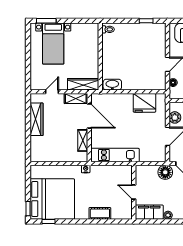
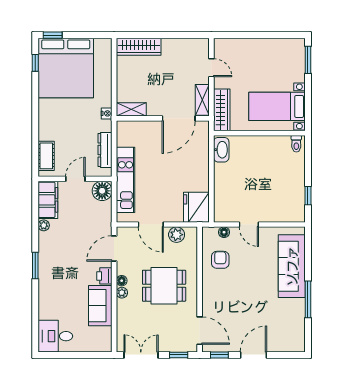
bed with nightstands: (53, 44) -> (277, 106), moved
fridge: (144, 103) -> (196, 207), moved
wardrobe: (37, 119) -> (139, 47), moved
shelving: (83, 140) -> (131, 109), moved
kitchen unit: (115, 155) -> (126, 180), moved
dresser: (113, 170) -> (105, 150), added
floor lamp: (165, 172) -> (102, 191), moved
cot: (100, 213) -> (46, 156), moved

